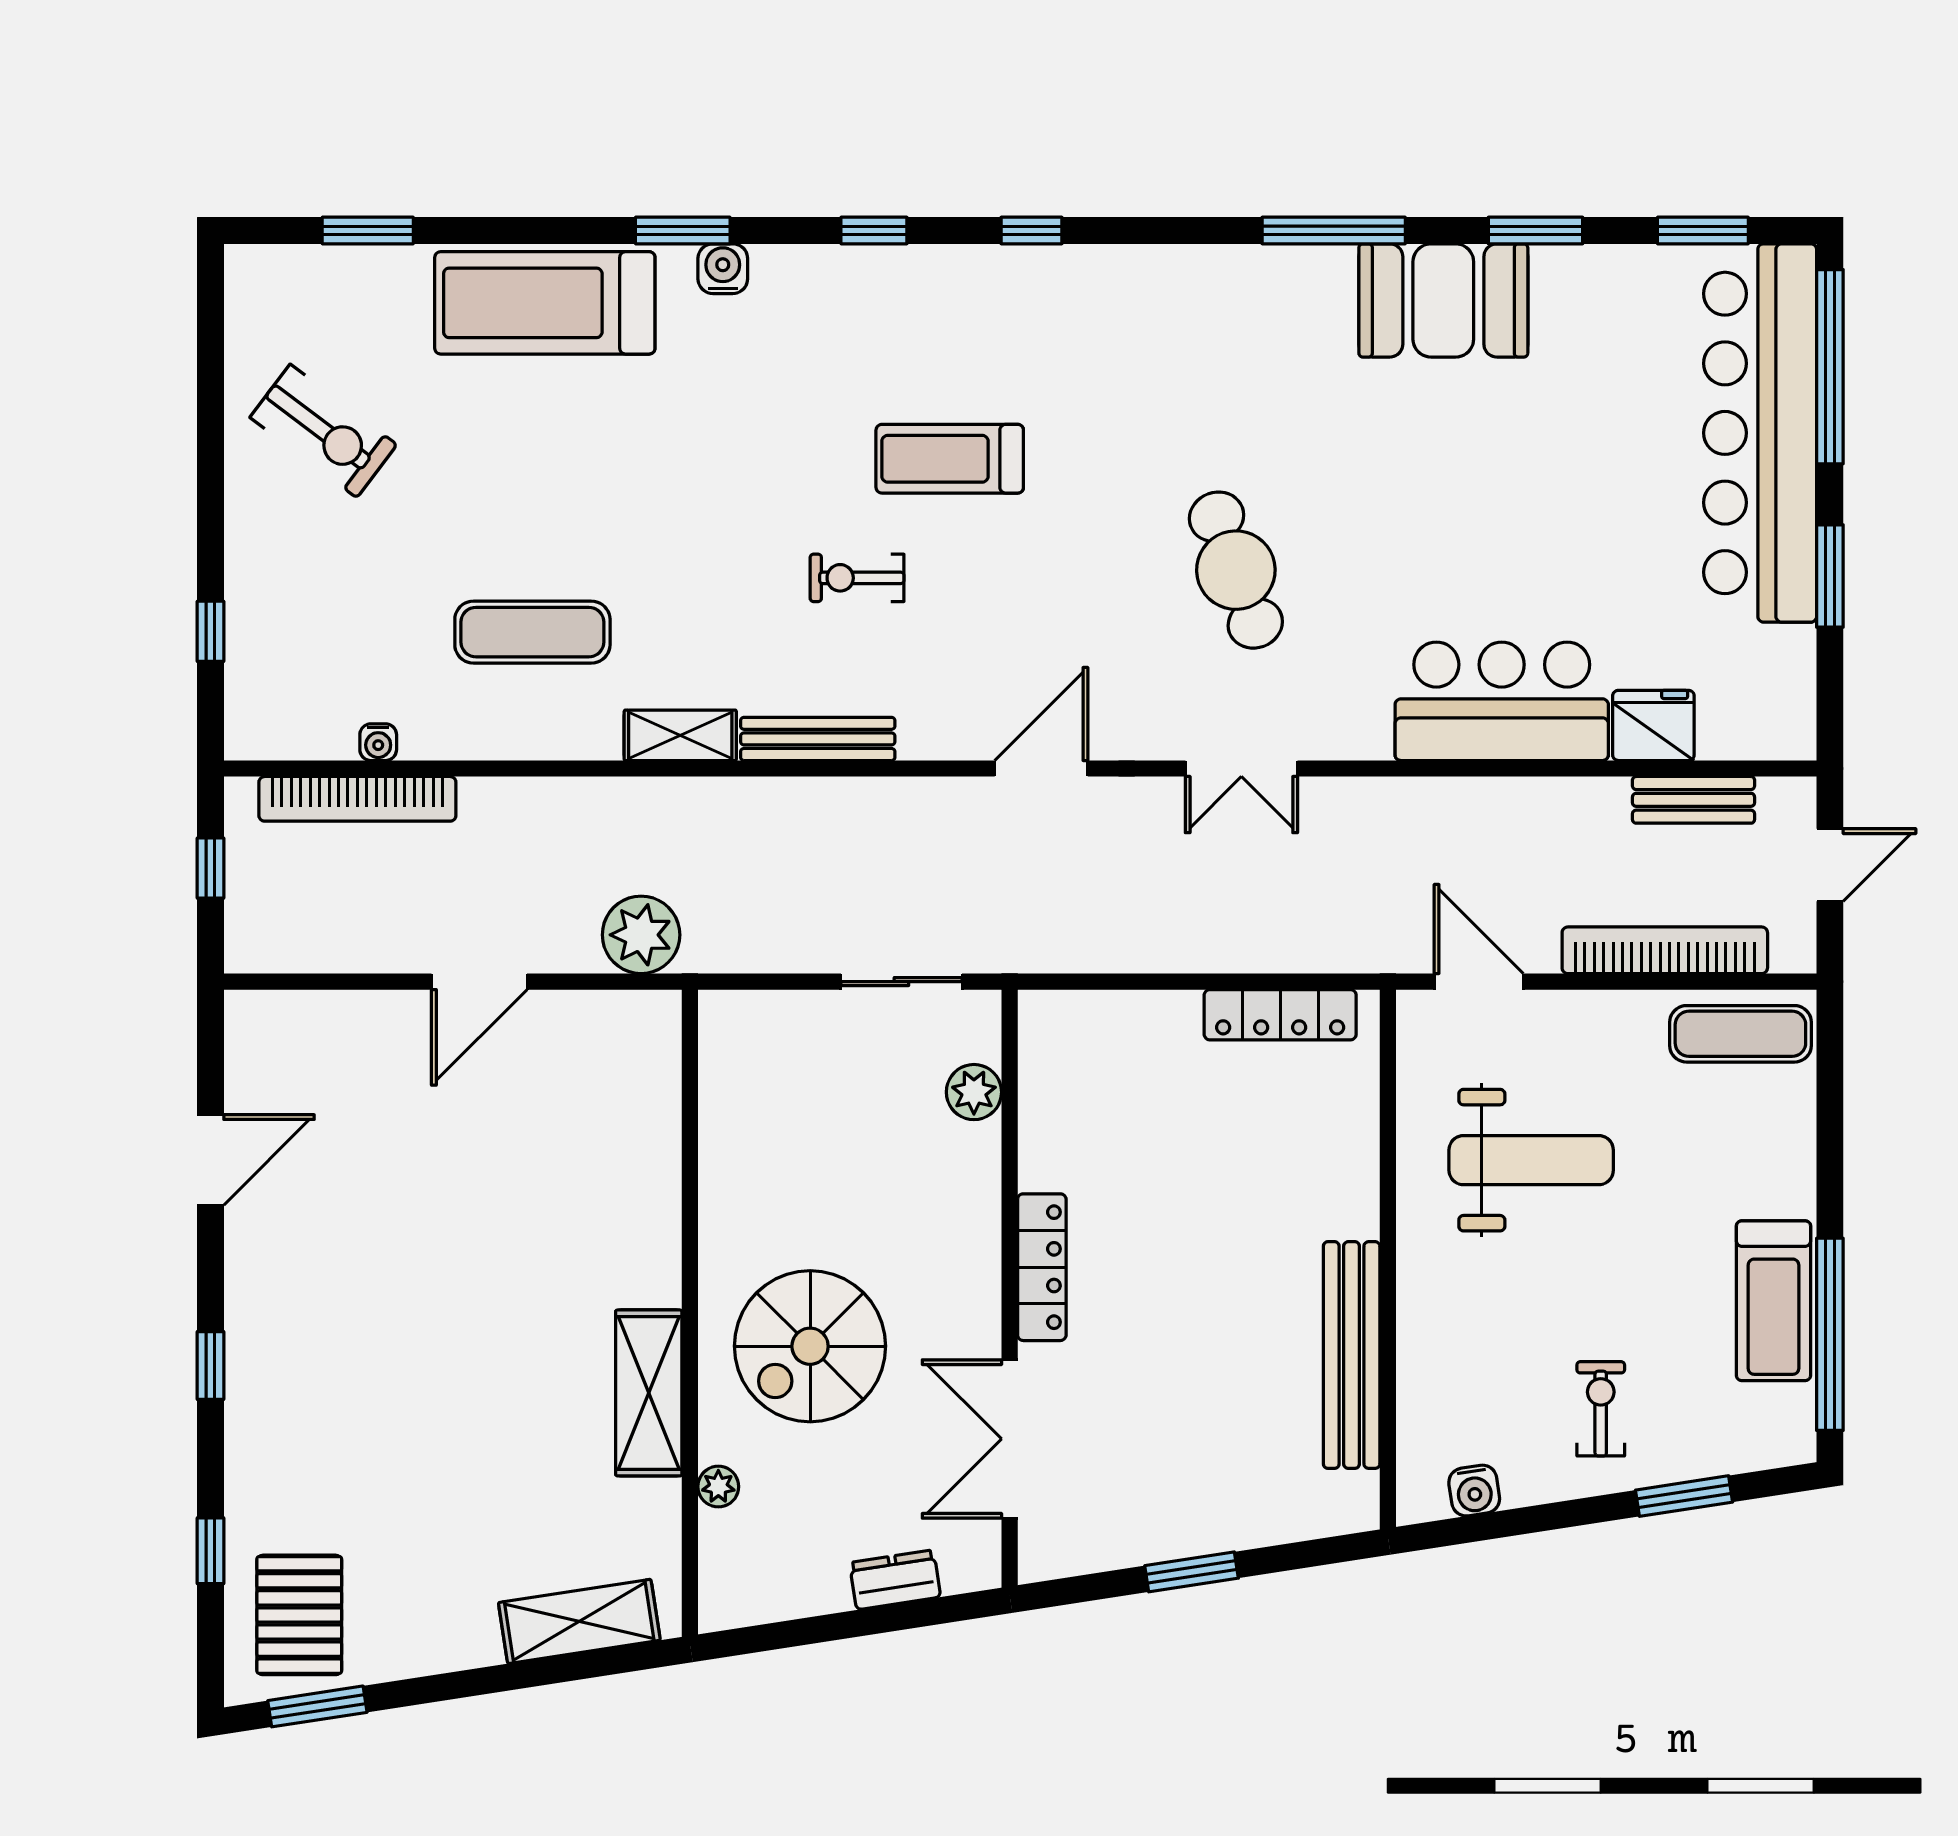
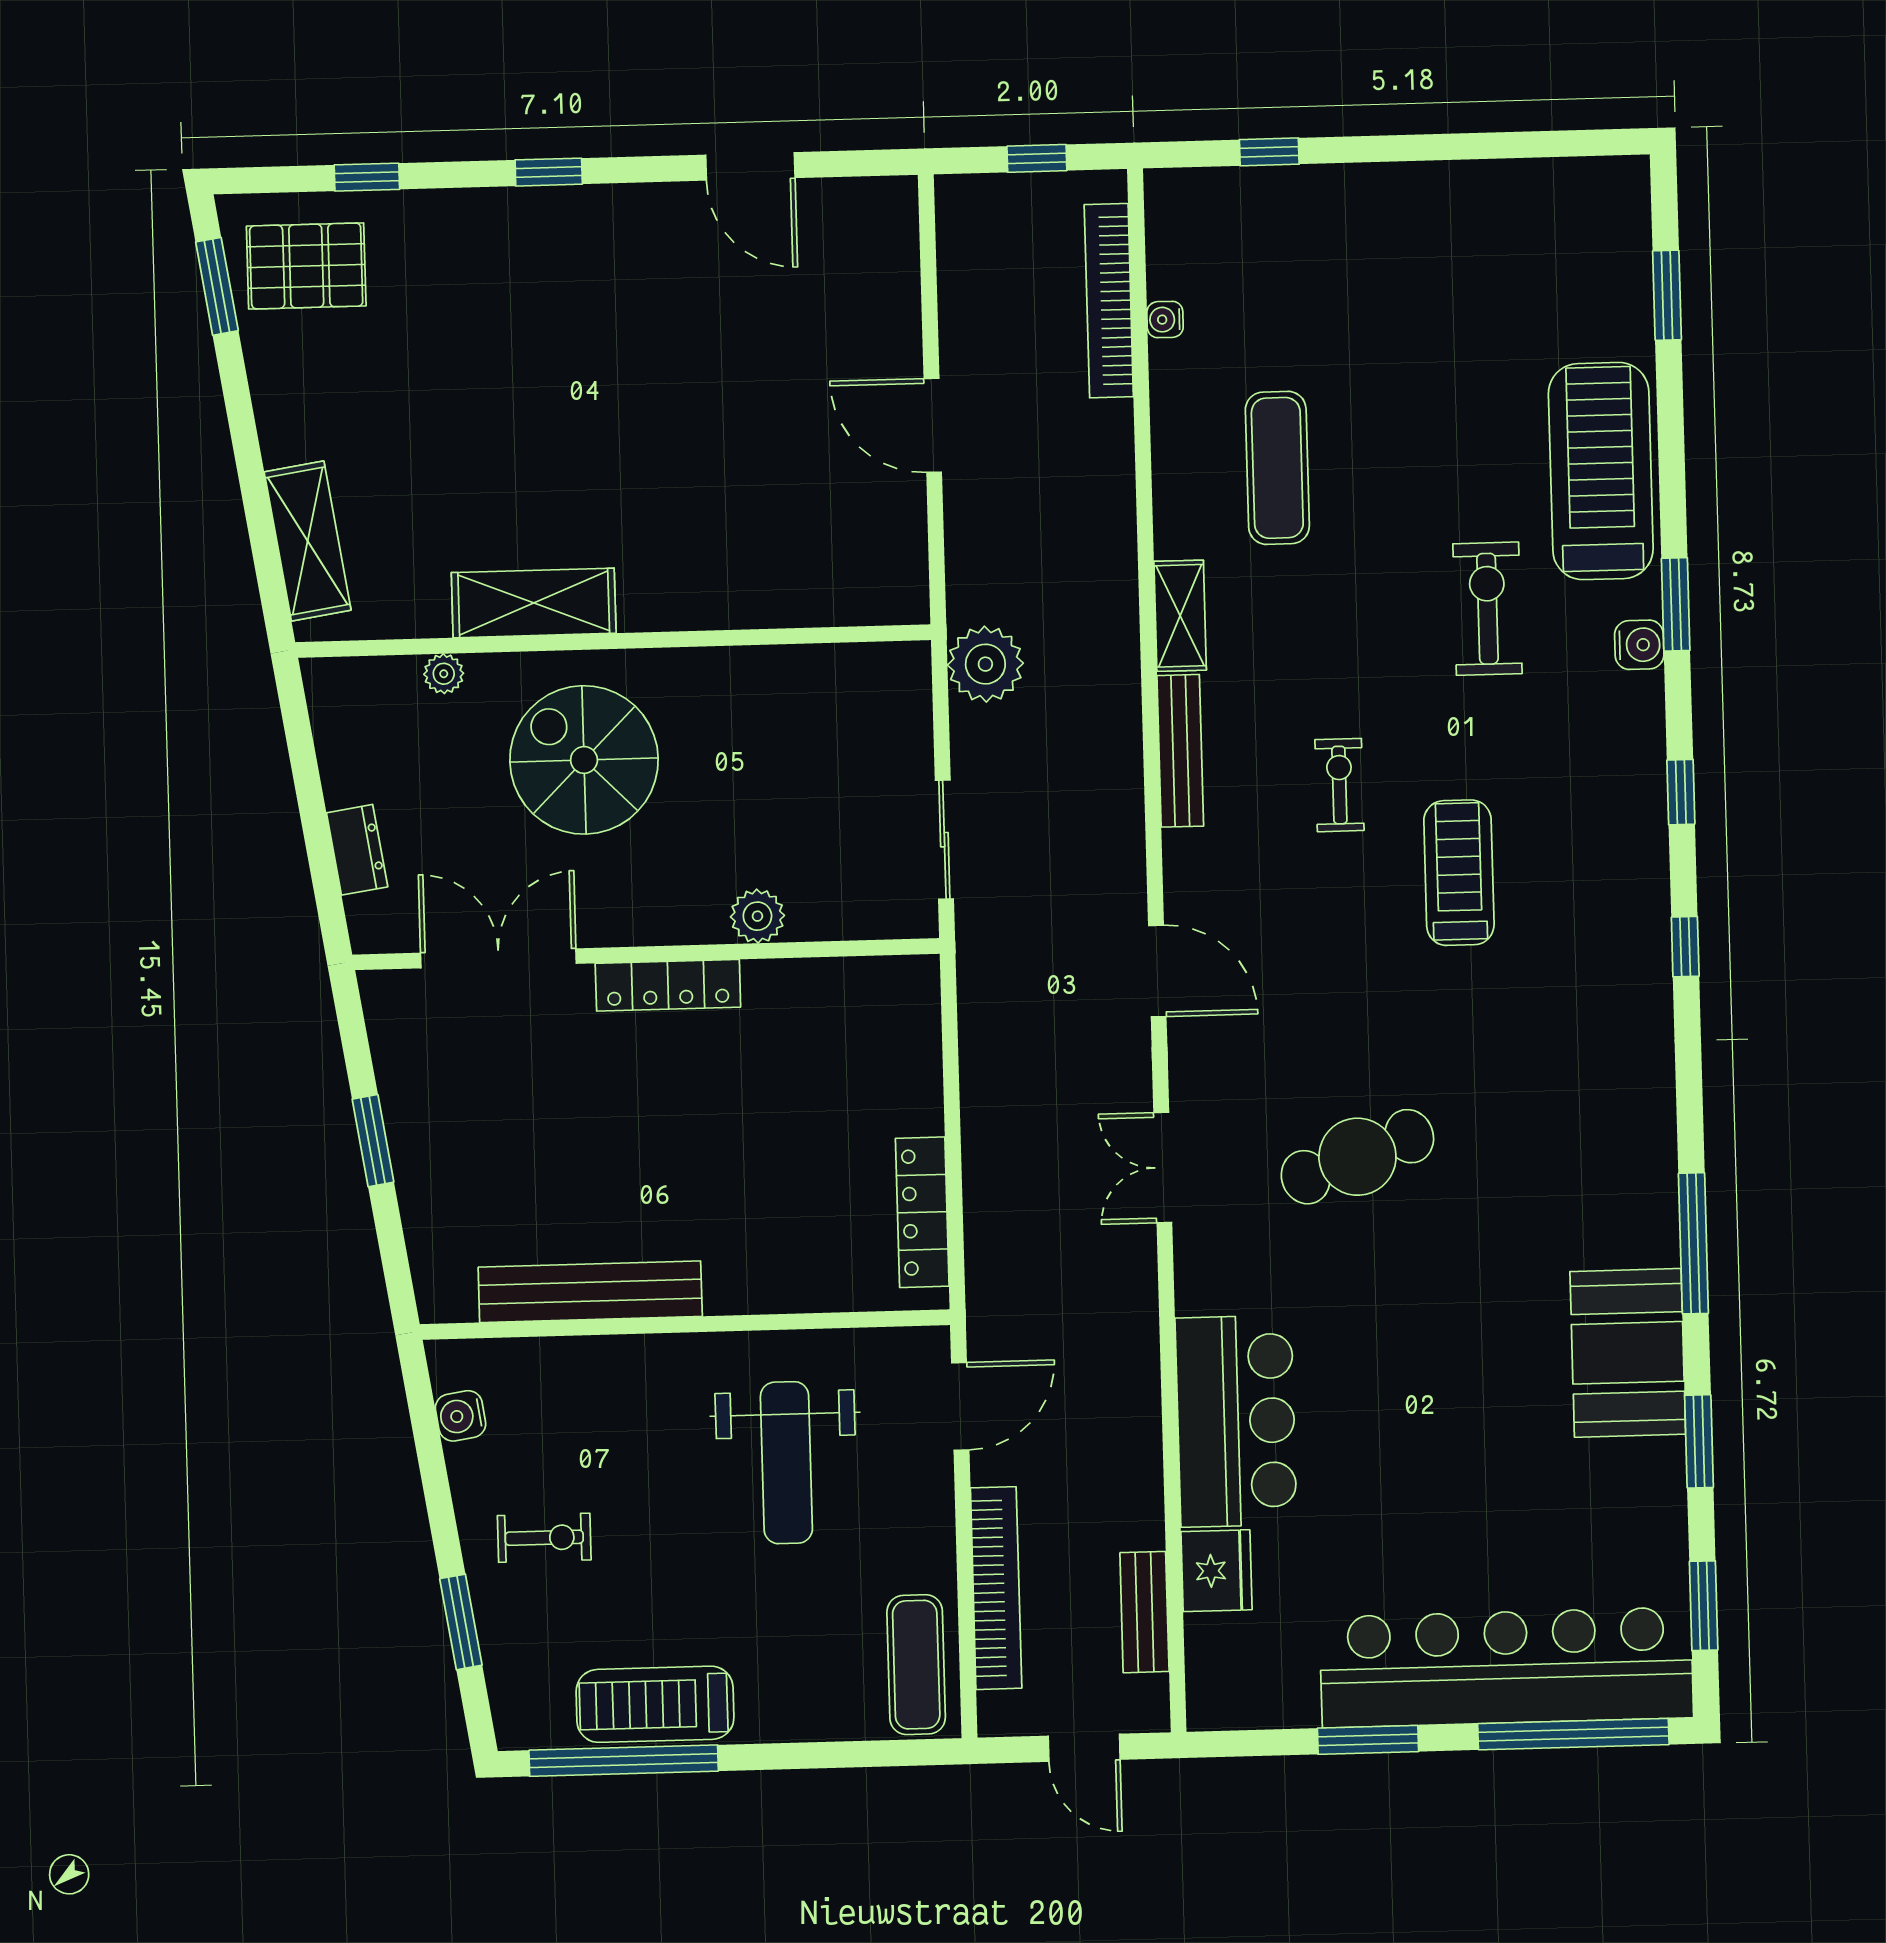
exercise bike: (323, 431) -> (1488, 609), moved, turned 143
plant: (641, 935) -> (985, 664), moved
plant: (974, 1092) -> (757, 916), moved

